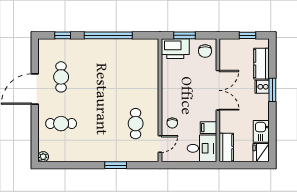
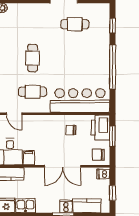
dishwasher: (226, 46) -> (103, 174), added
bar counter: (145, 71) -> (80, 101), added
chair: (172, 123) -> (71, 130), moved
cafe table: (61, 124) -> (33, 58), moved

